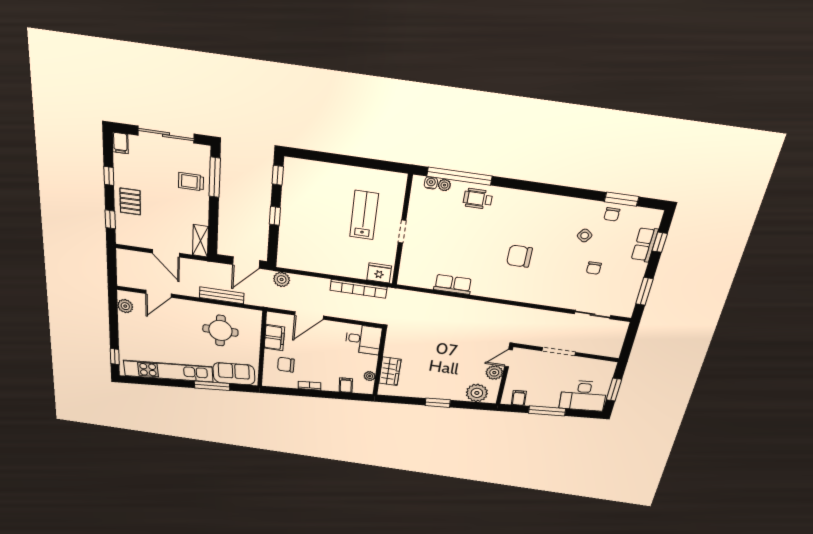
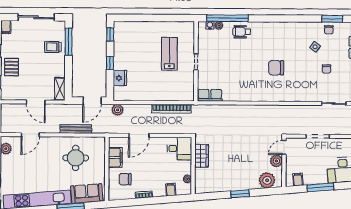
fridge: (379, 273) -> (120, 78), moved, turned 90
row of seats: (453, 284) -> (210, 95), moved
wardrobe: (390, 371) -> (202, 156), moved

